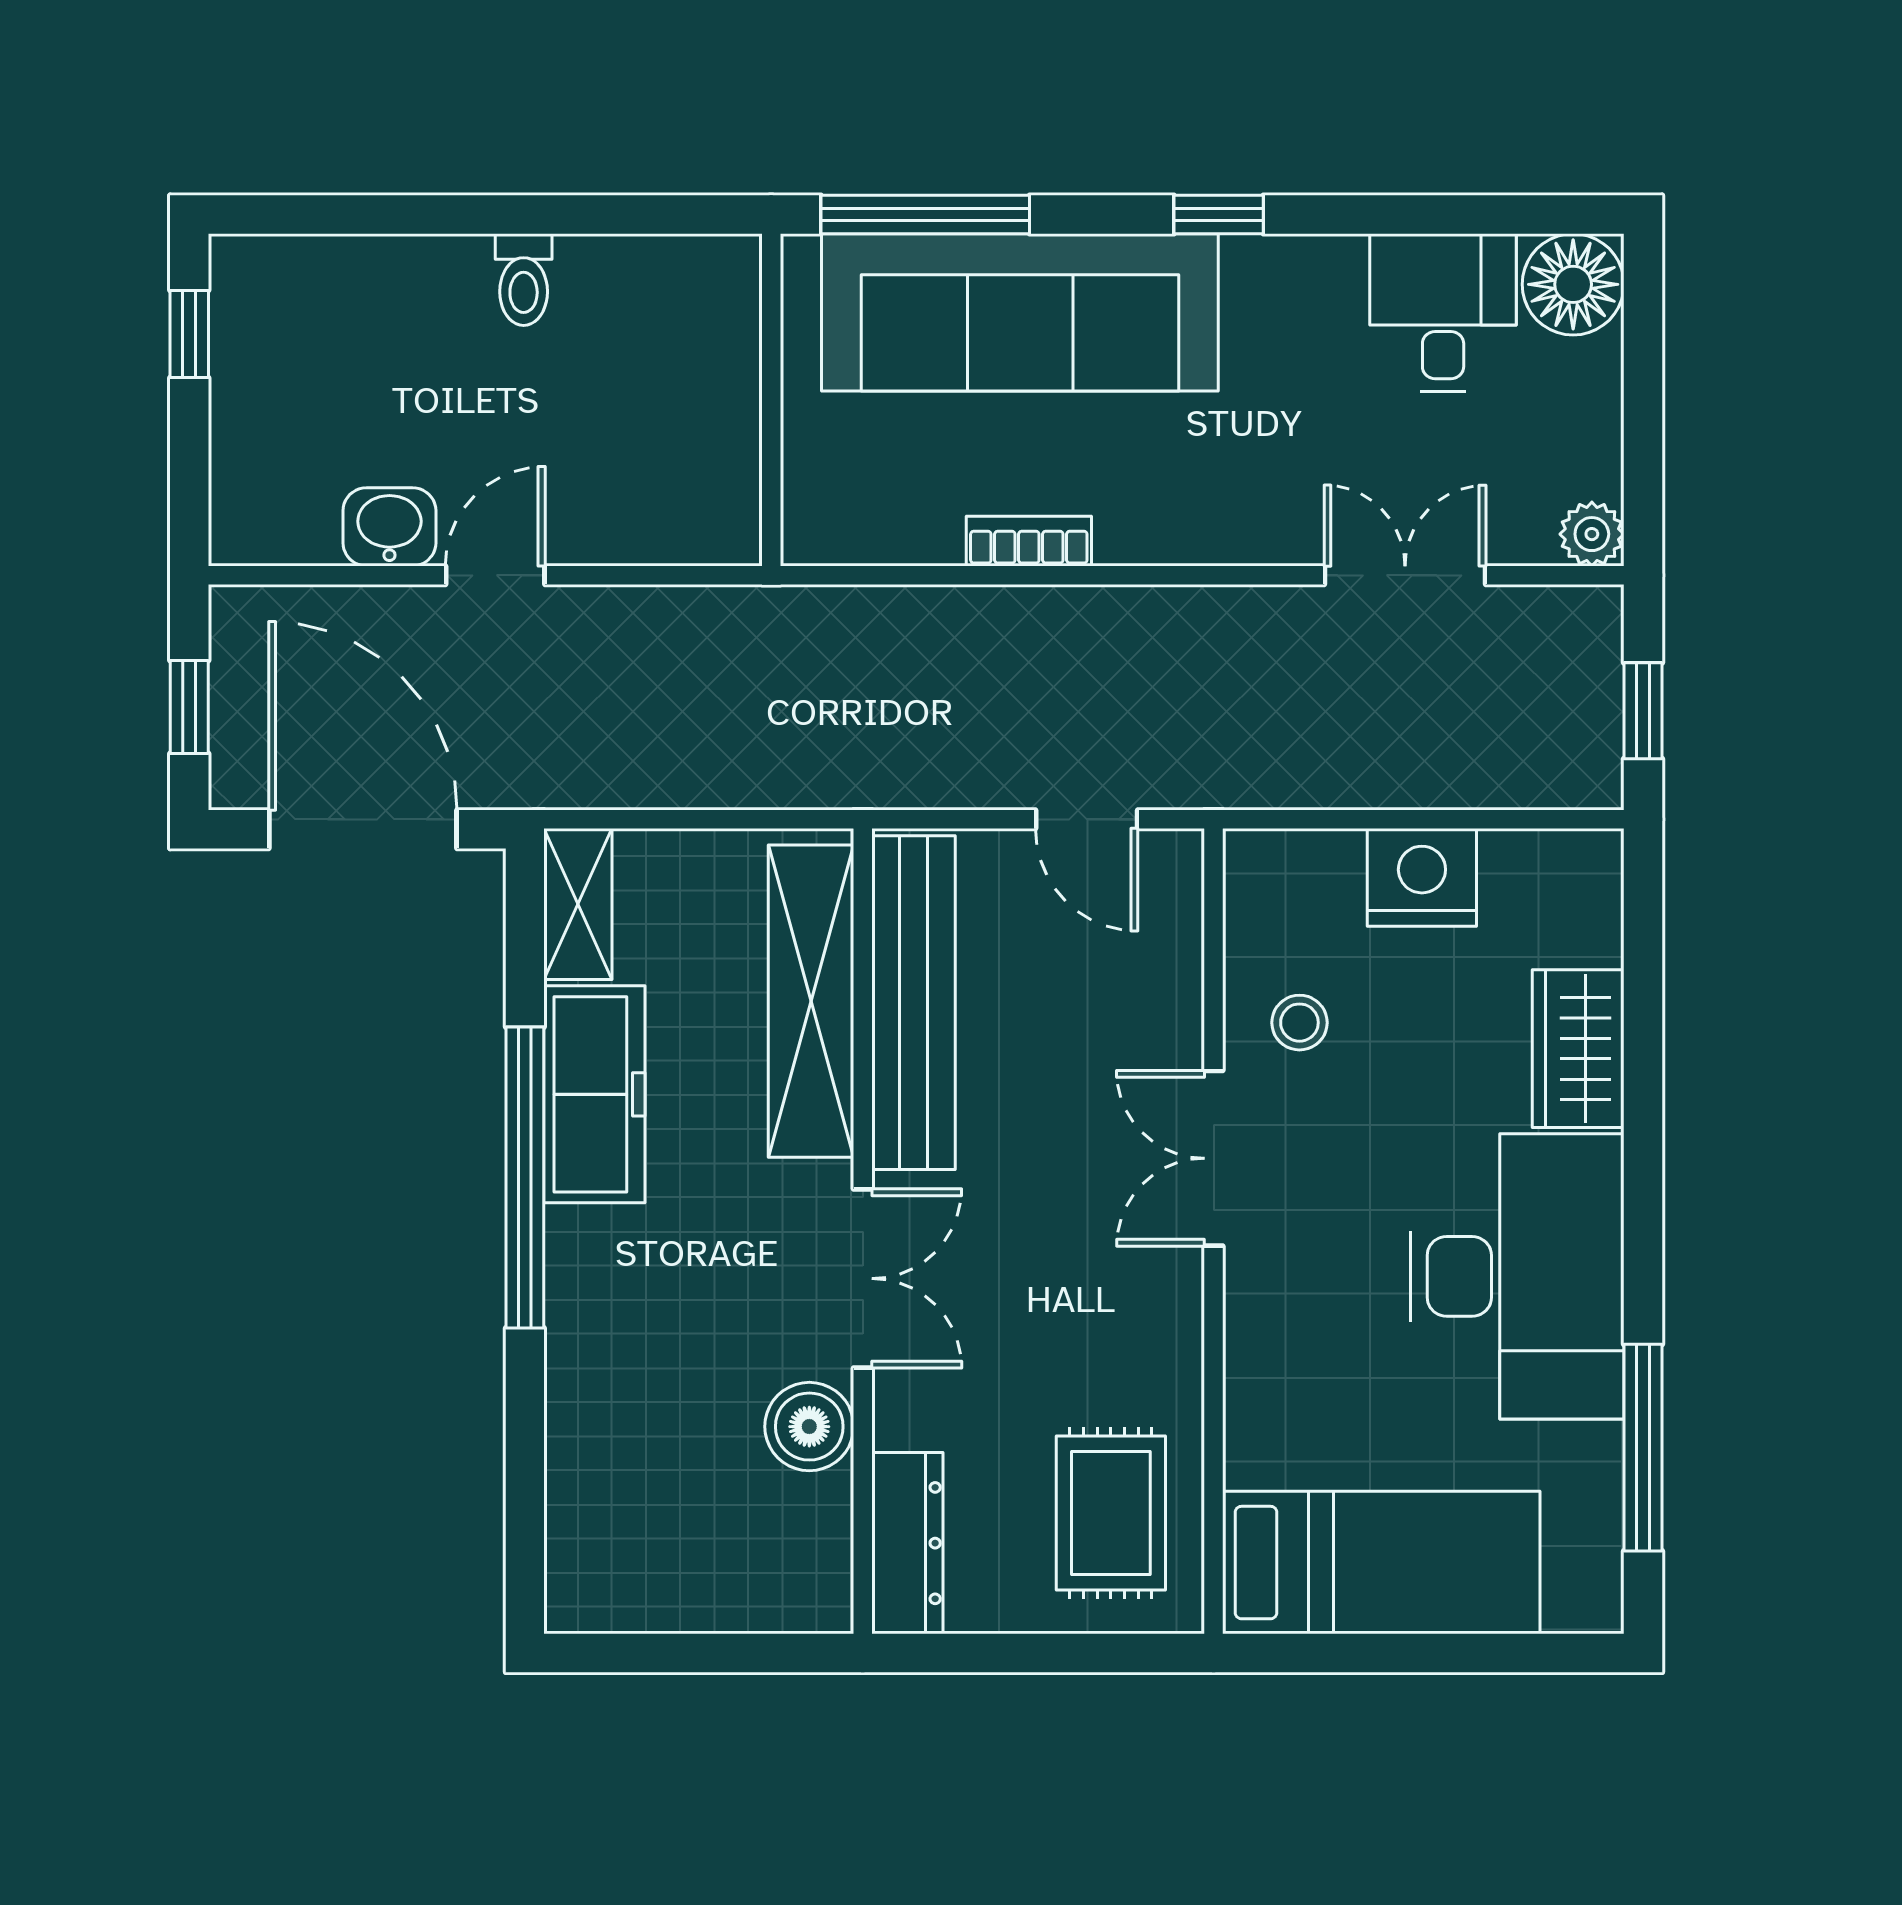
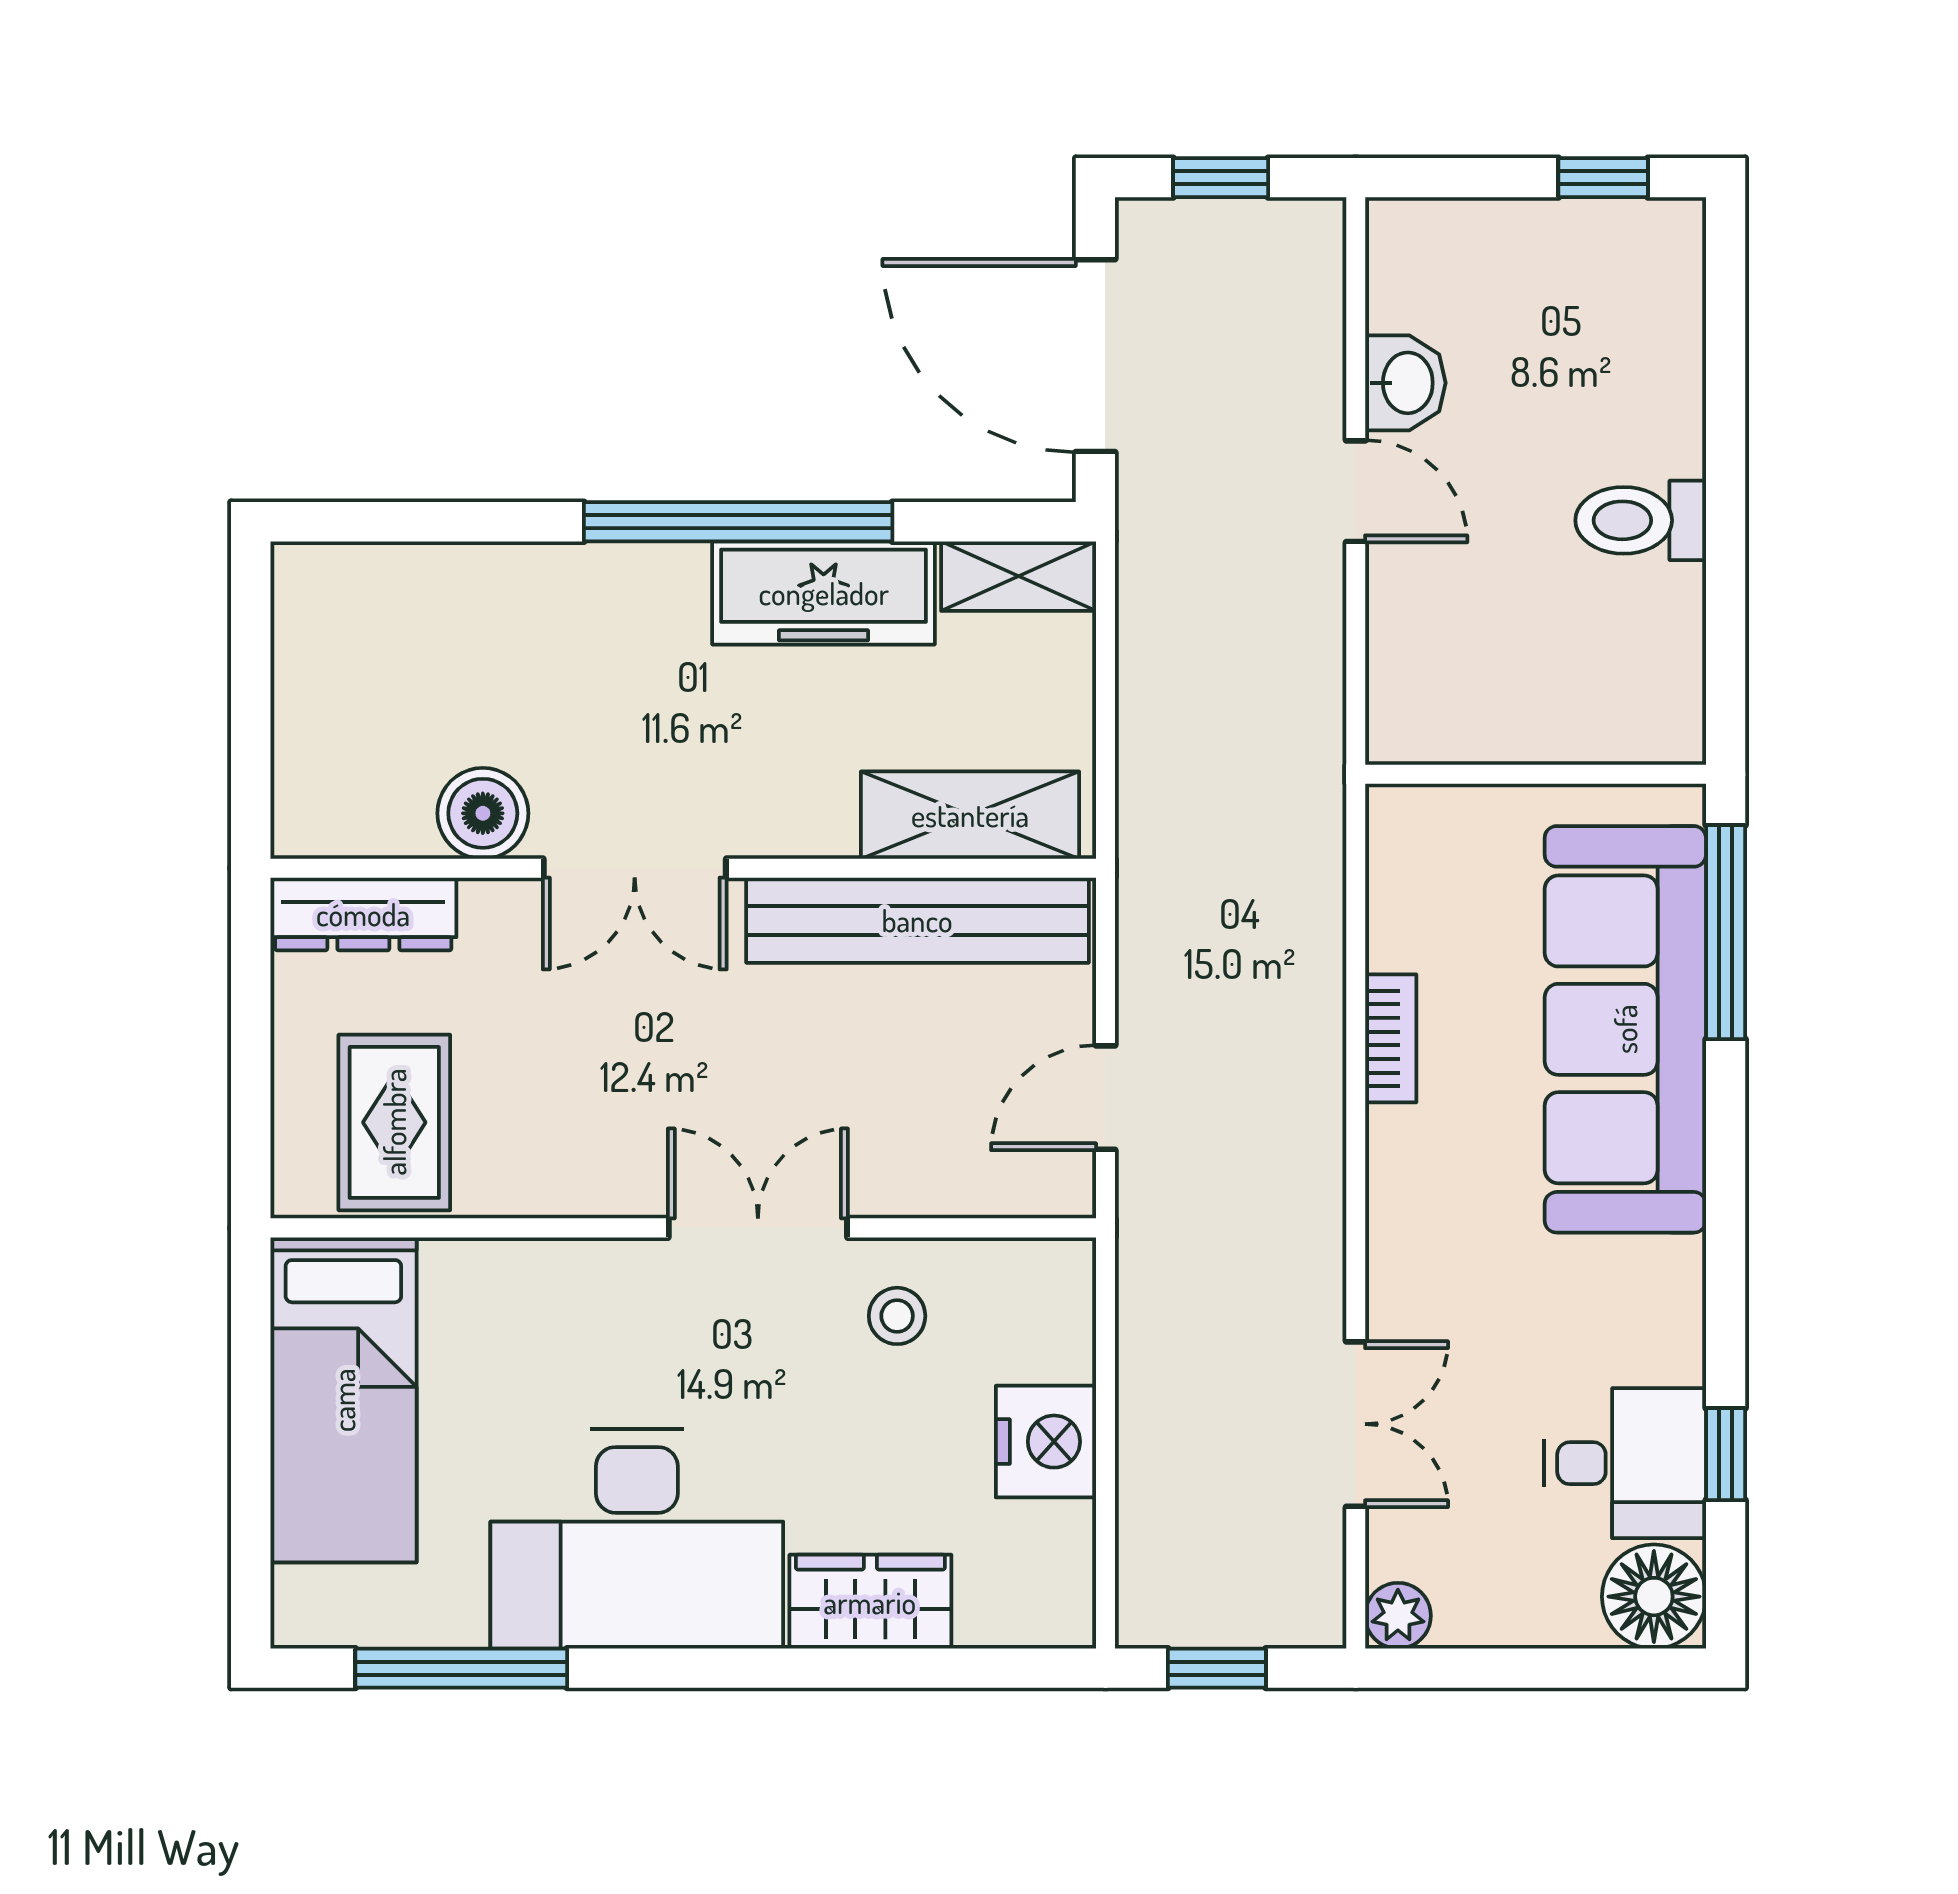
window: (1219, 215) -> (1726, 1454), moved
toilet: (524, 280) -> (1641, 520), width x1.37, depth x1.39
door: (363, 829) -> (1095, 356), swing flipped
shelving: (811, 1001) -> (970, 815), width x0.68
rug: (1111, 1513) -> (394, 1122), turned 90

